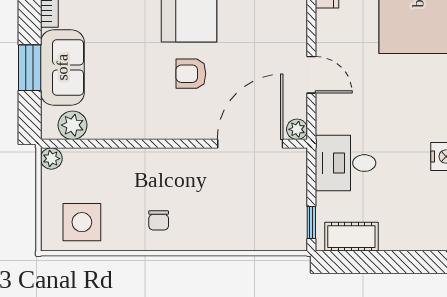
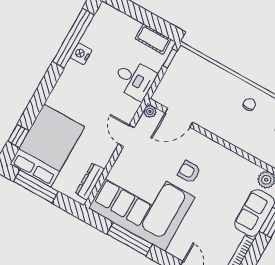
armchair: (191, 74) -> (189, 172), turned 180
door: (250, 144) -> (179, 118), width x0.73

